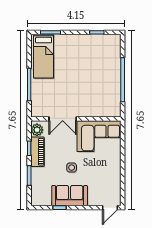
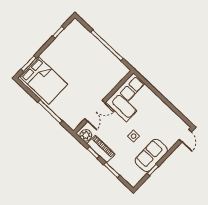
bed: (44, 56) -> (43, 80), width x1.50

